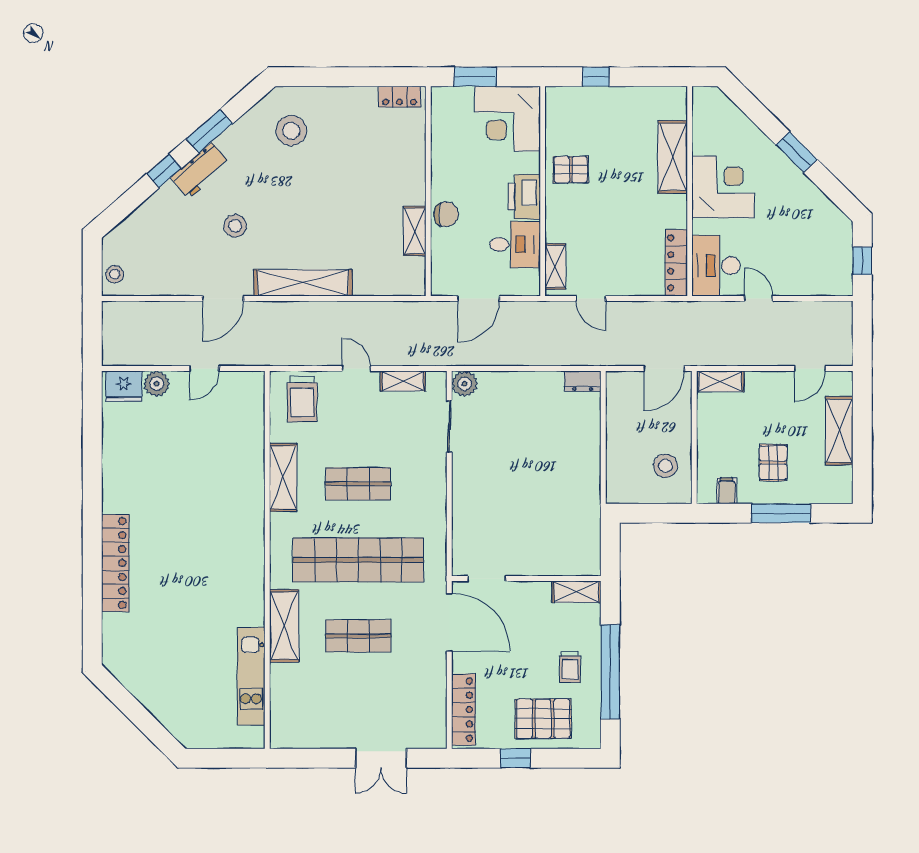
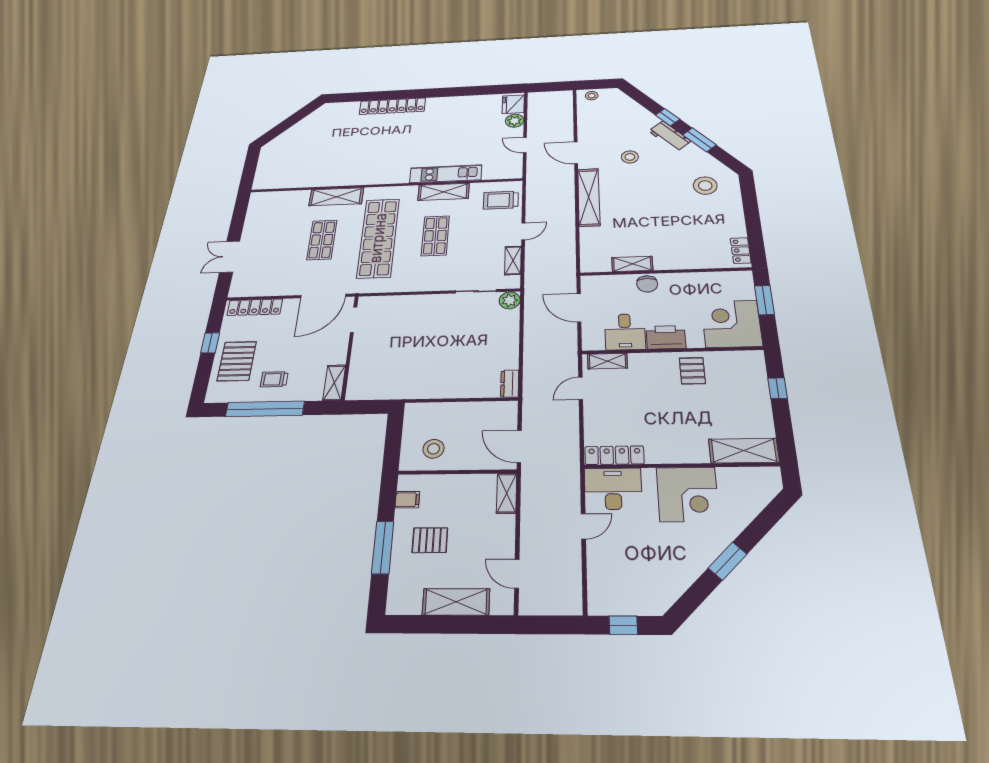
shelving: (673, 157) -> (744, 451), moved
kitchen unit: (251, 676) -> (446, 174), moved

